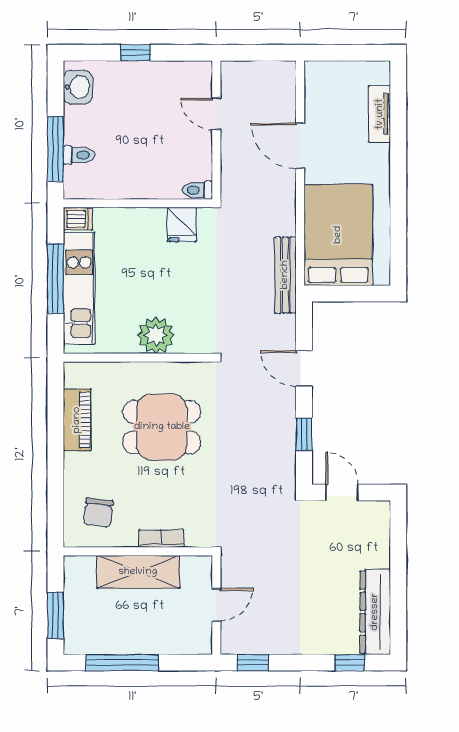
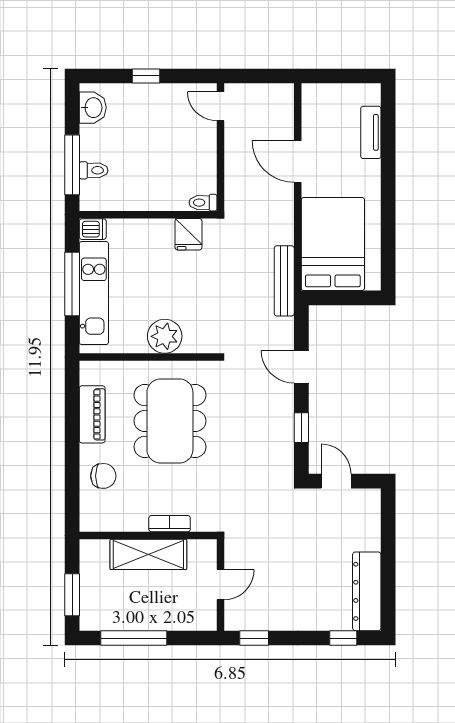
door: (216, 114) -> (220, 106), moved
dining table: (162, 427) -> (170, 421), width x1.38
chair: (98, 513) -> (103, 476), moved, turned -96

